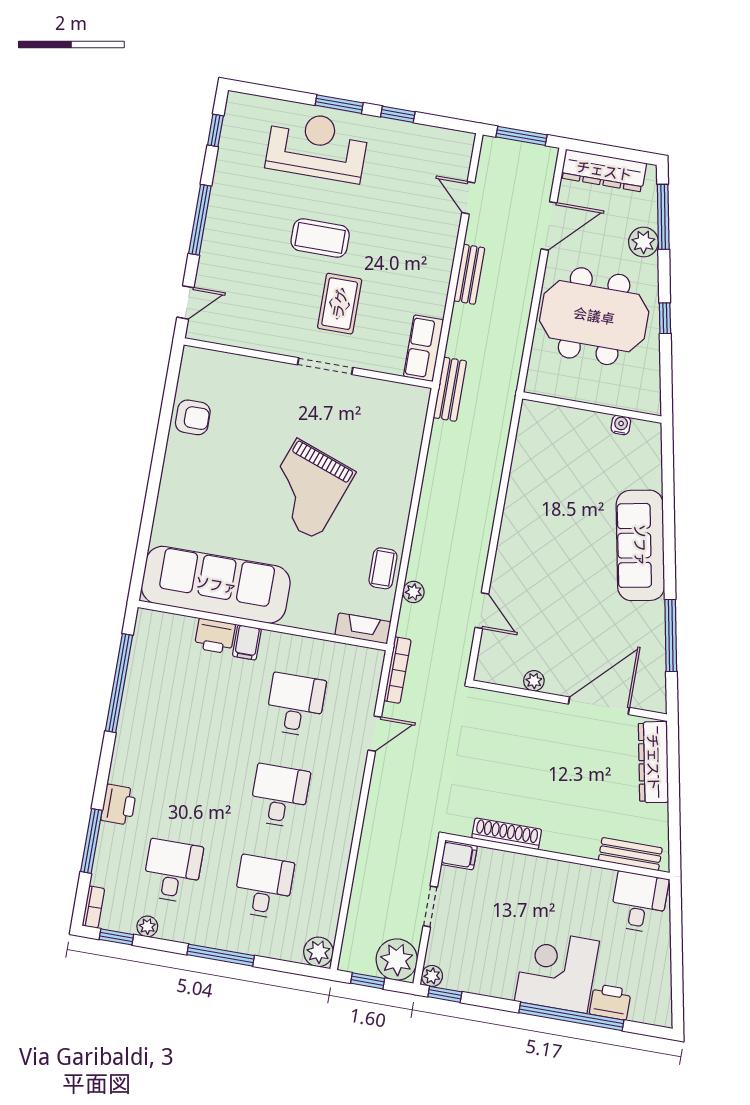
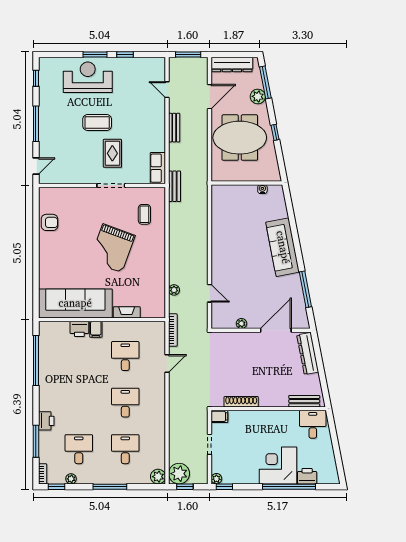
coffee table: (383, 568) -> (144, 214), moved
fireplace: (363, 628) -> (127, 312), moved
plant: (397, 960) -> (179, 474), moved

